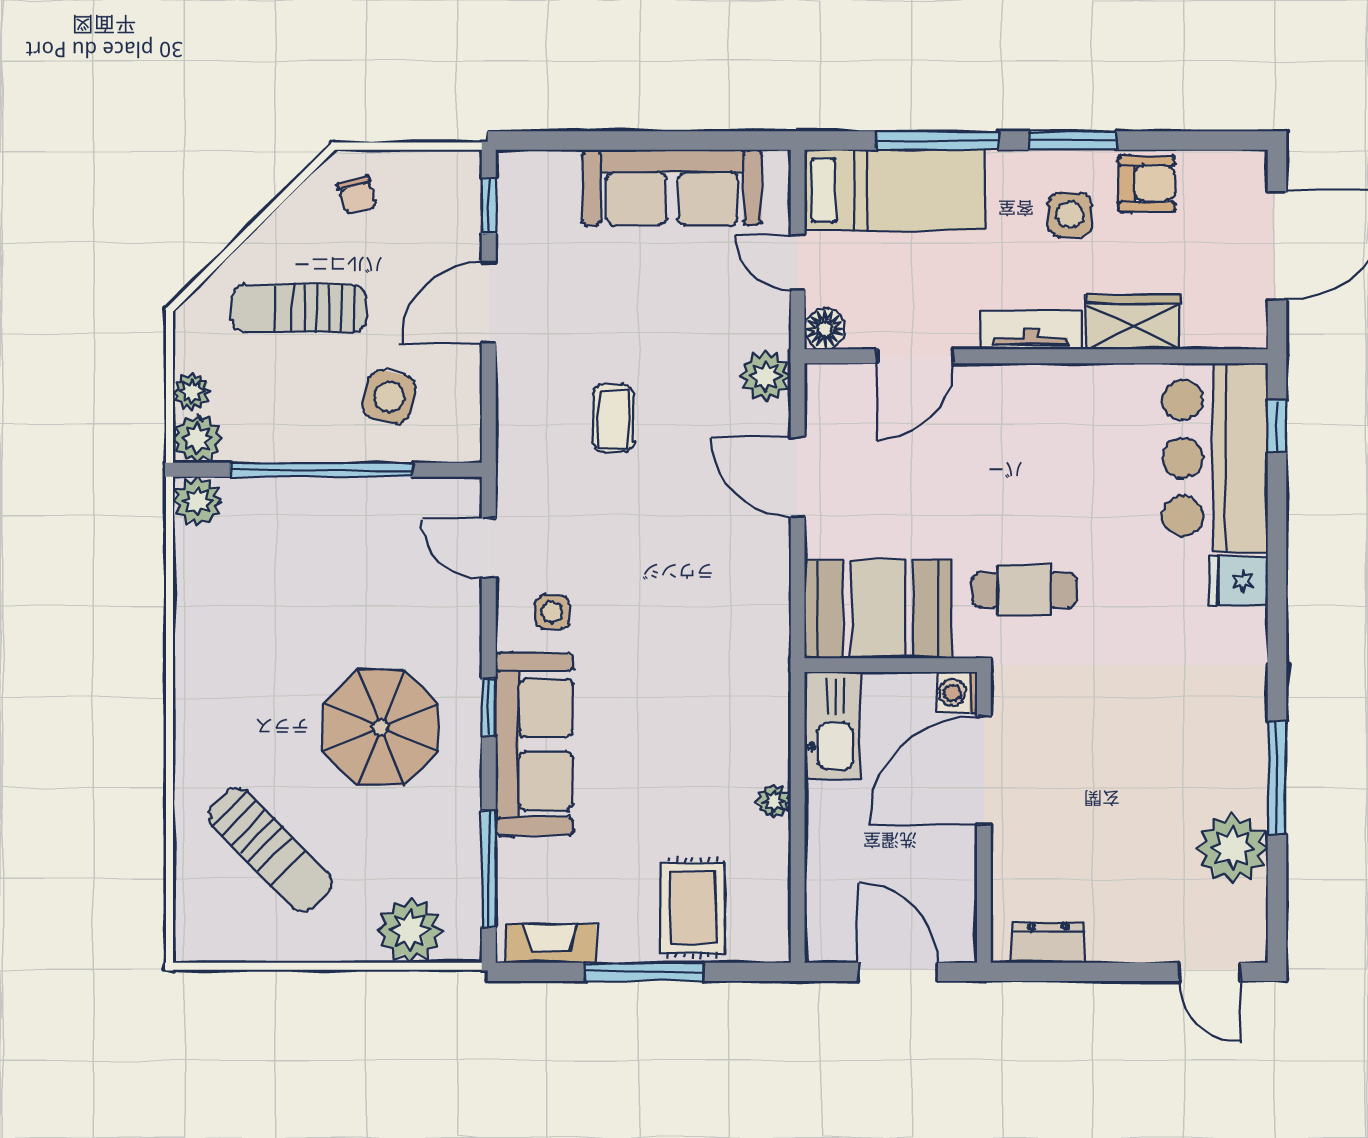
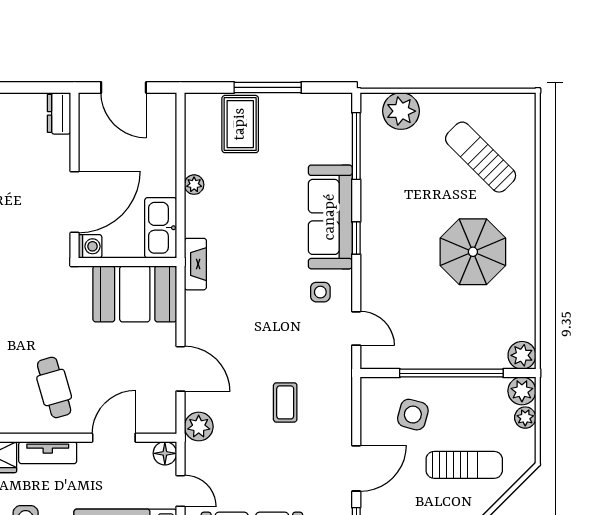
cafe table: (1024, 590) -> (54, 387), moved, turned 74
parasol: (381, 728) -> (473, 252), moved
dresser: (1048, 942) -> (59, 113), moved, turned 90
fireplace: (551, 943) -> (195, 264), moved, turned -90

